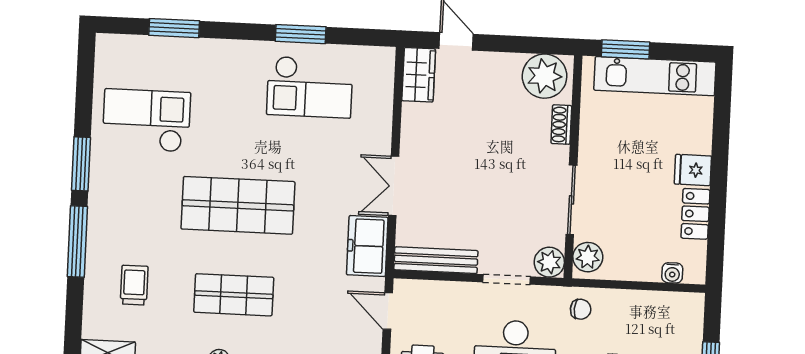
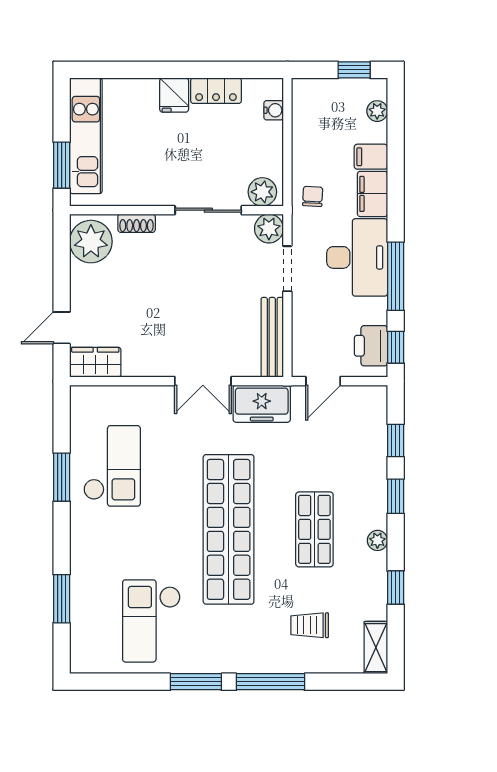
shop shelf: (238, 205) -> (229, 529), width x1.40

